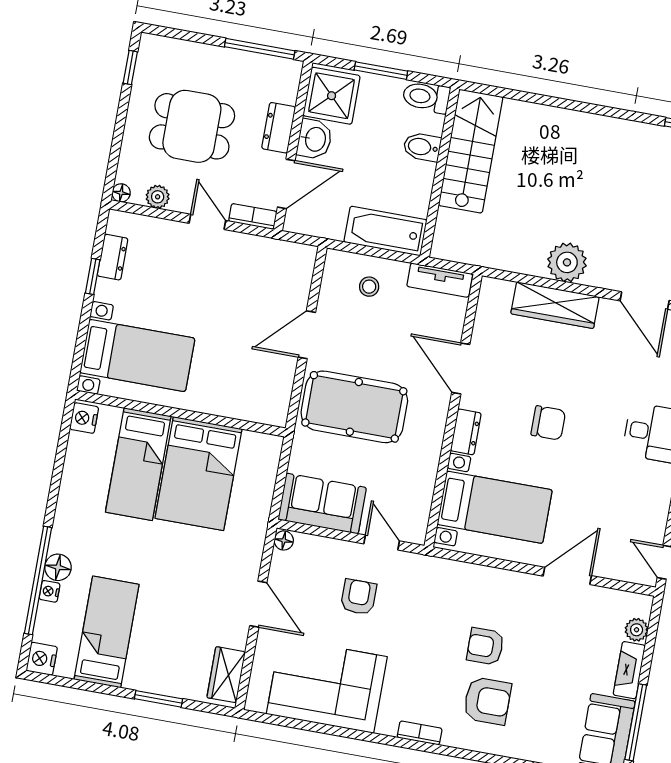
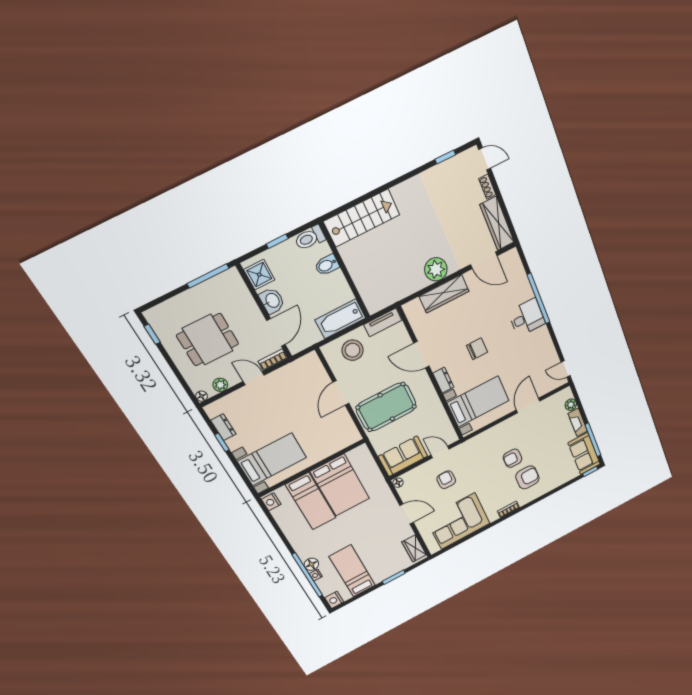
window: (381, 71) -> (277, 241), width x0.67
shower: (332, 96) -> (259, 275), width x0.73, depth x0.73
dresser: (279, 128) -> (250, 308), removed
stairs: (471, 151) -> (362, 218), moved, turned 90
stool: (369, 287) -> (353, 350), width x1.89, depth x1.89

